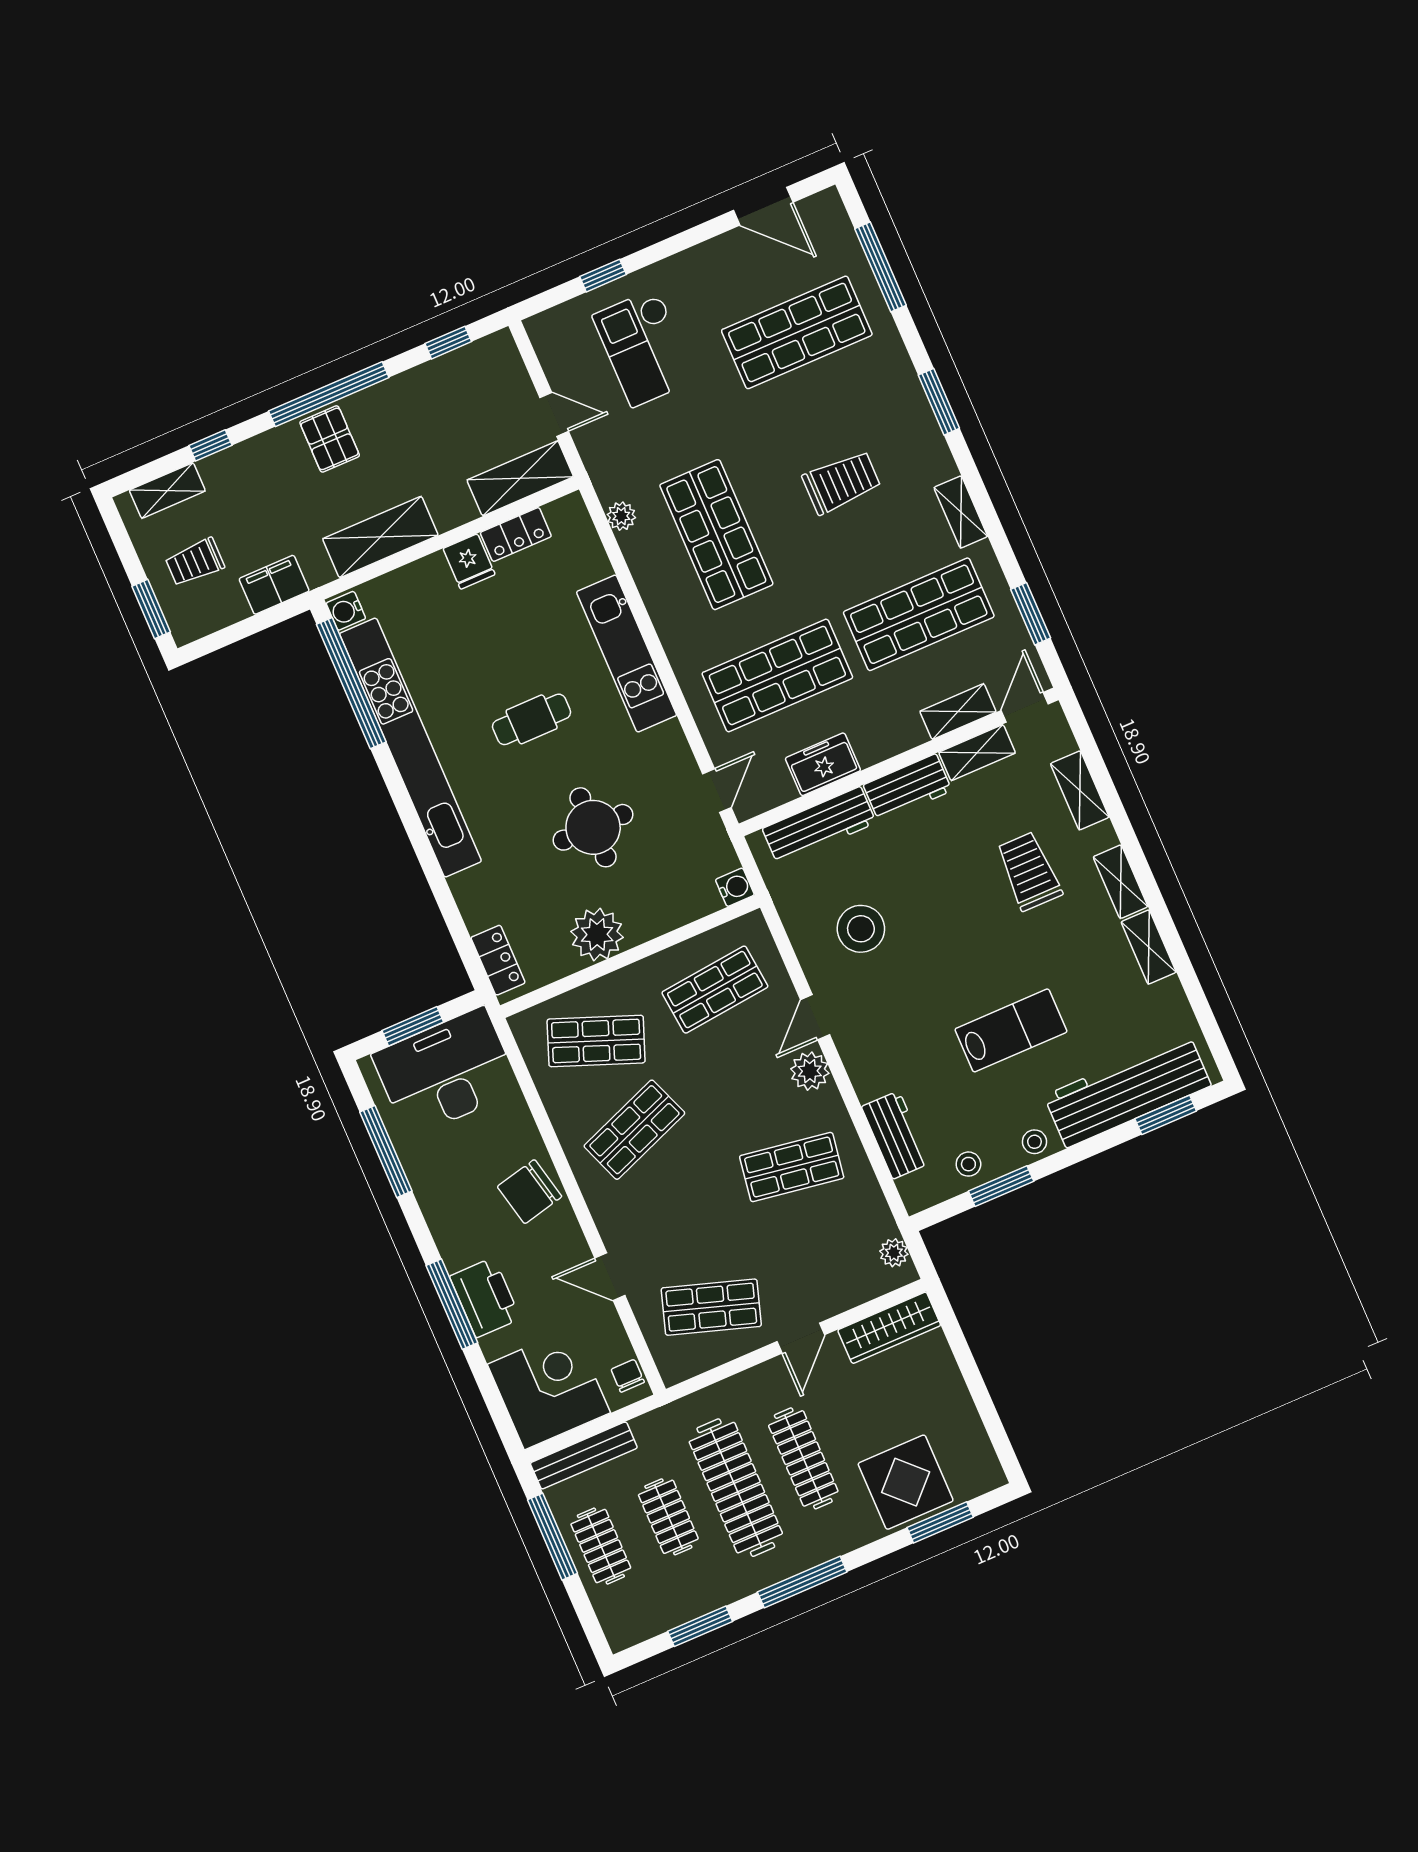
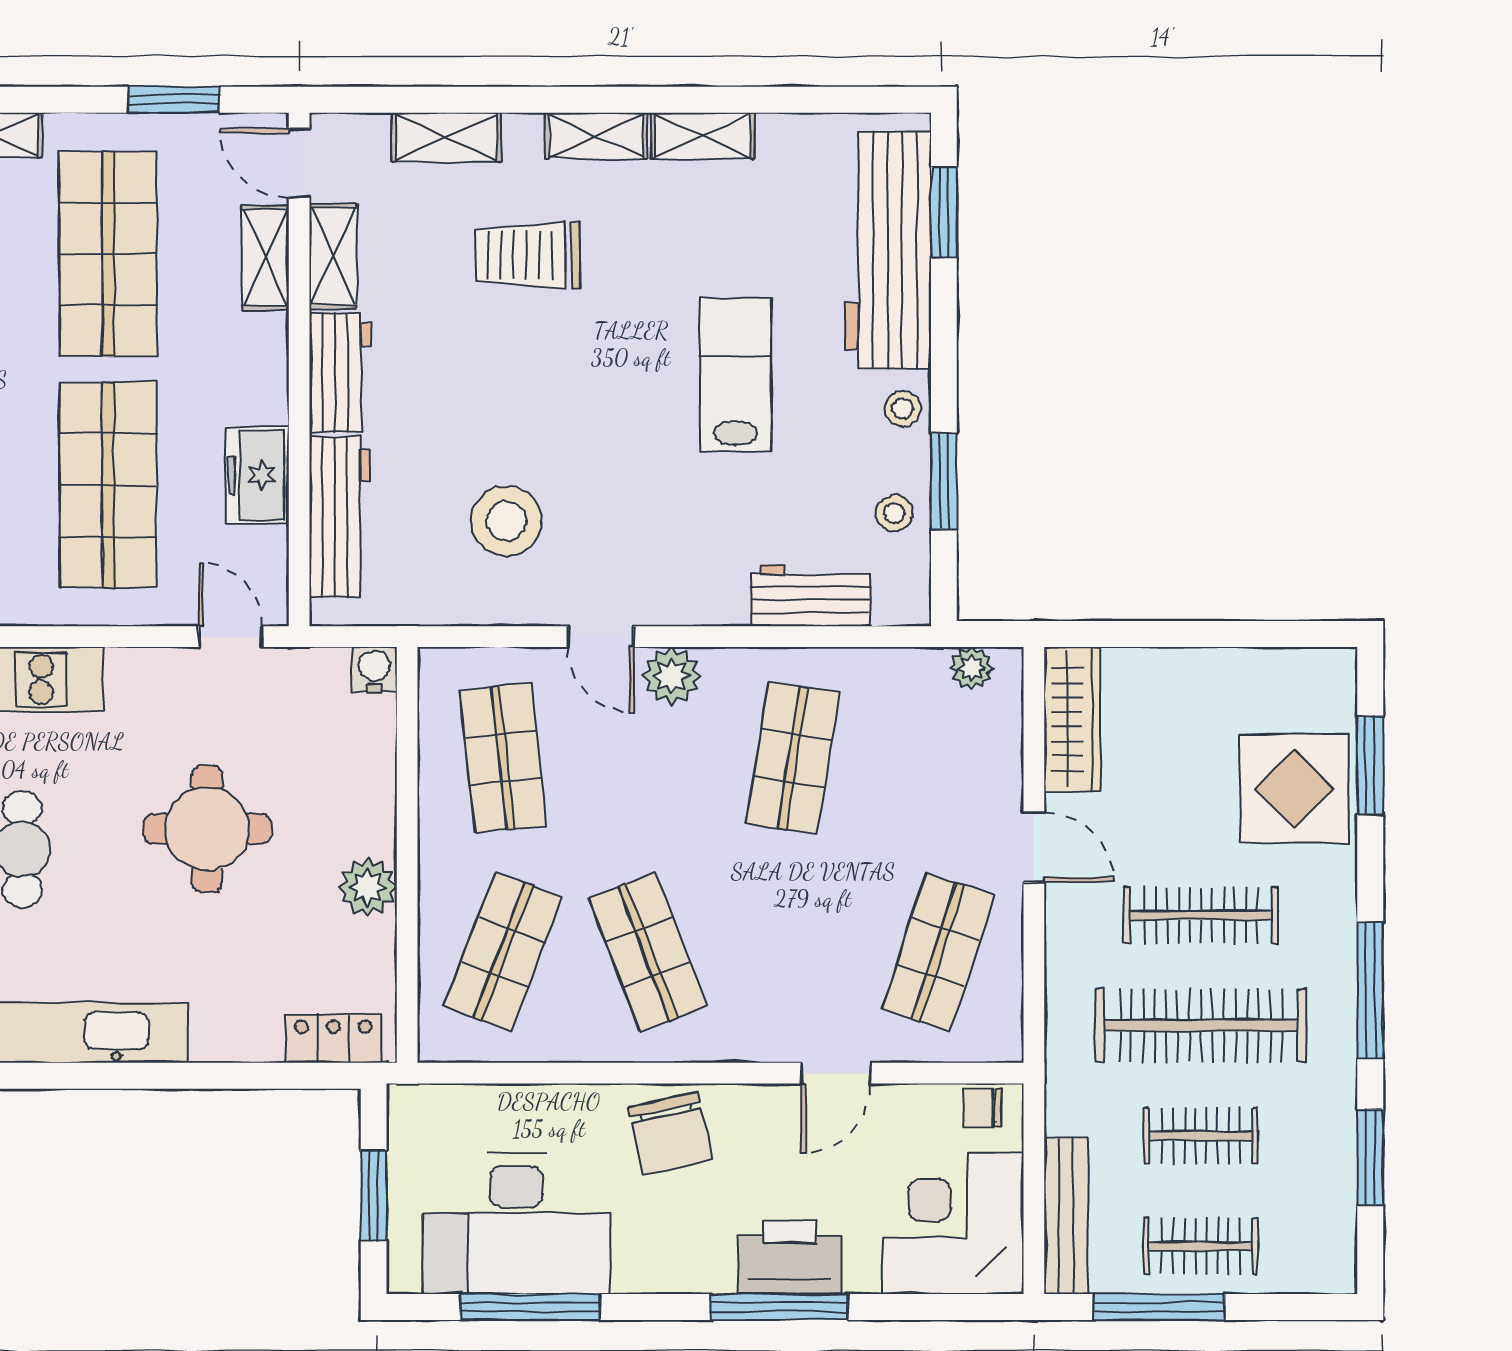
plant: (597, 934) -> (368, 887), width x0.73, depth x0.73
desk: (446, 1072) -> (516, 1224), moved, turned -90

